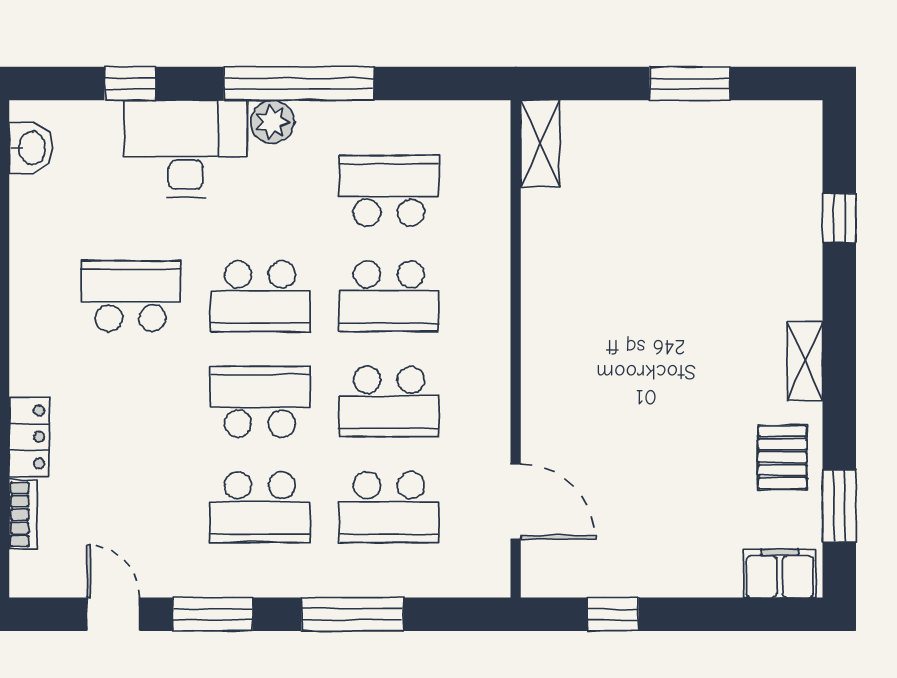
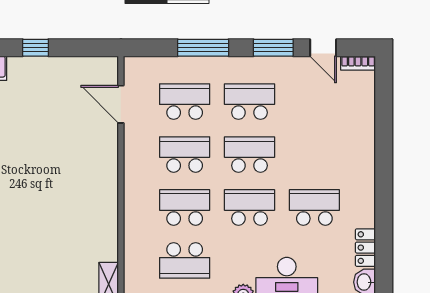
school desk: (131, 296) -> (314, 207), turned 180
school desk: (260, 402) -> (249, 155), turned 180
locker: (29, 437) -> (365, 248), moved
bookcase: (23, 515) -> (358, 63), moved, turned -90
window: (613, 614) -> (36, 48), moved

